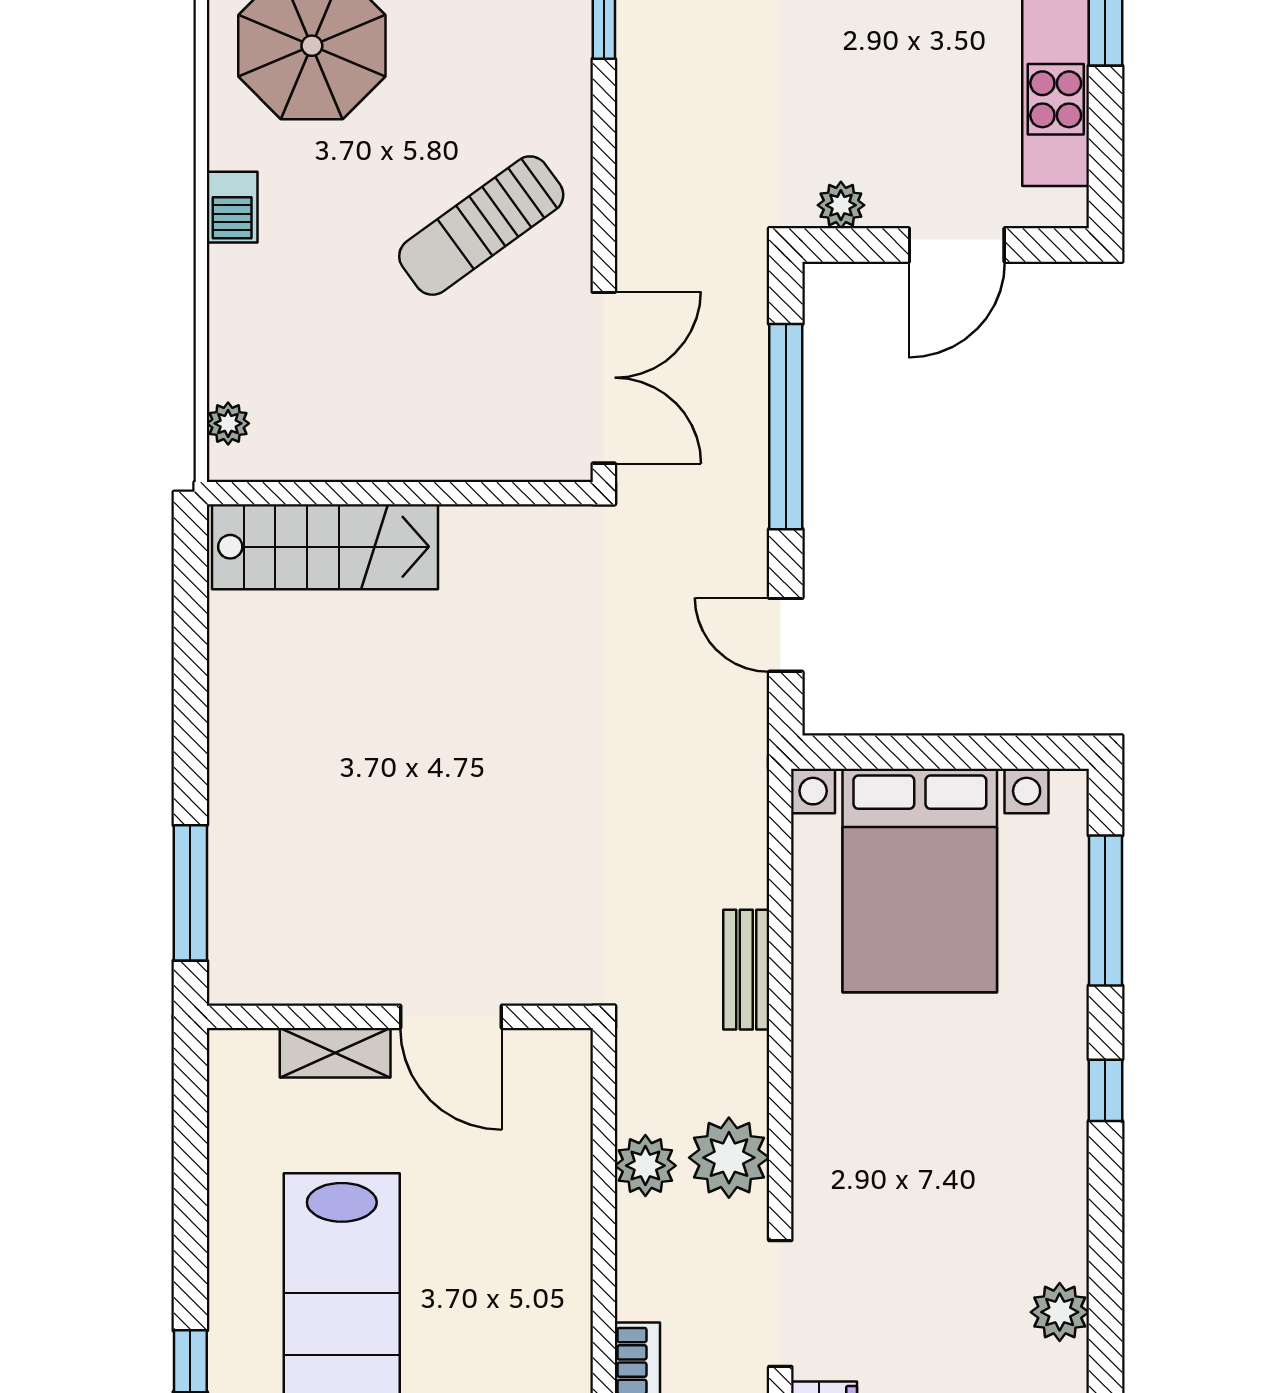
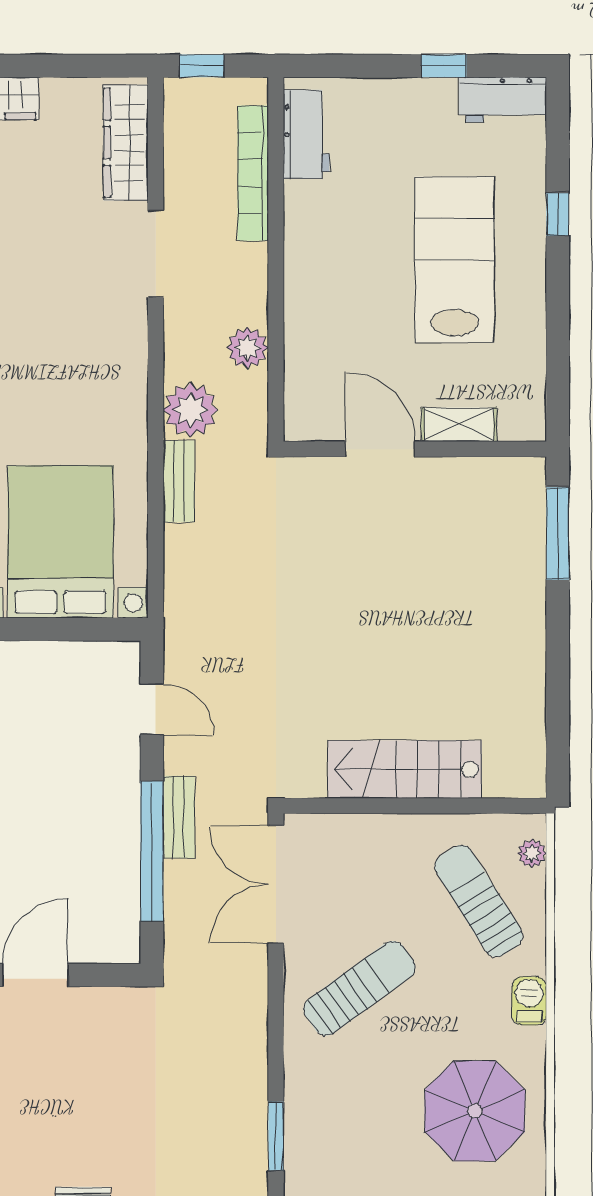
plant: (841, 205) -> (114, 1002), removed
sun lounger: (306, 354) -> (479, 901), added
bench: (746, 477) -> (179, 817), added
stairs: (325, 547) -> (405, 769), moved
plant: (729, 1158) -> (191, 410), moved

